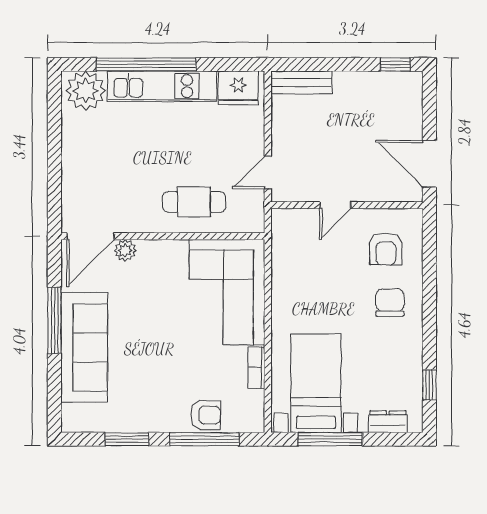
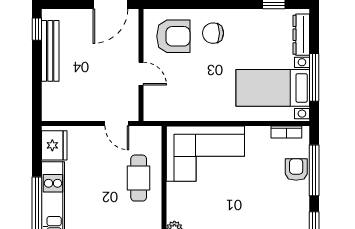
bench: (301, 82) -> (50, 51), moved, width x1.36
armchair: (386, 249) -> (173, 36), width x1.38, depth x1.38
bookcase: (256, 368) -> (286, 132), moved
dresser: (388, 422) -> (301, 35), width x1.44

